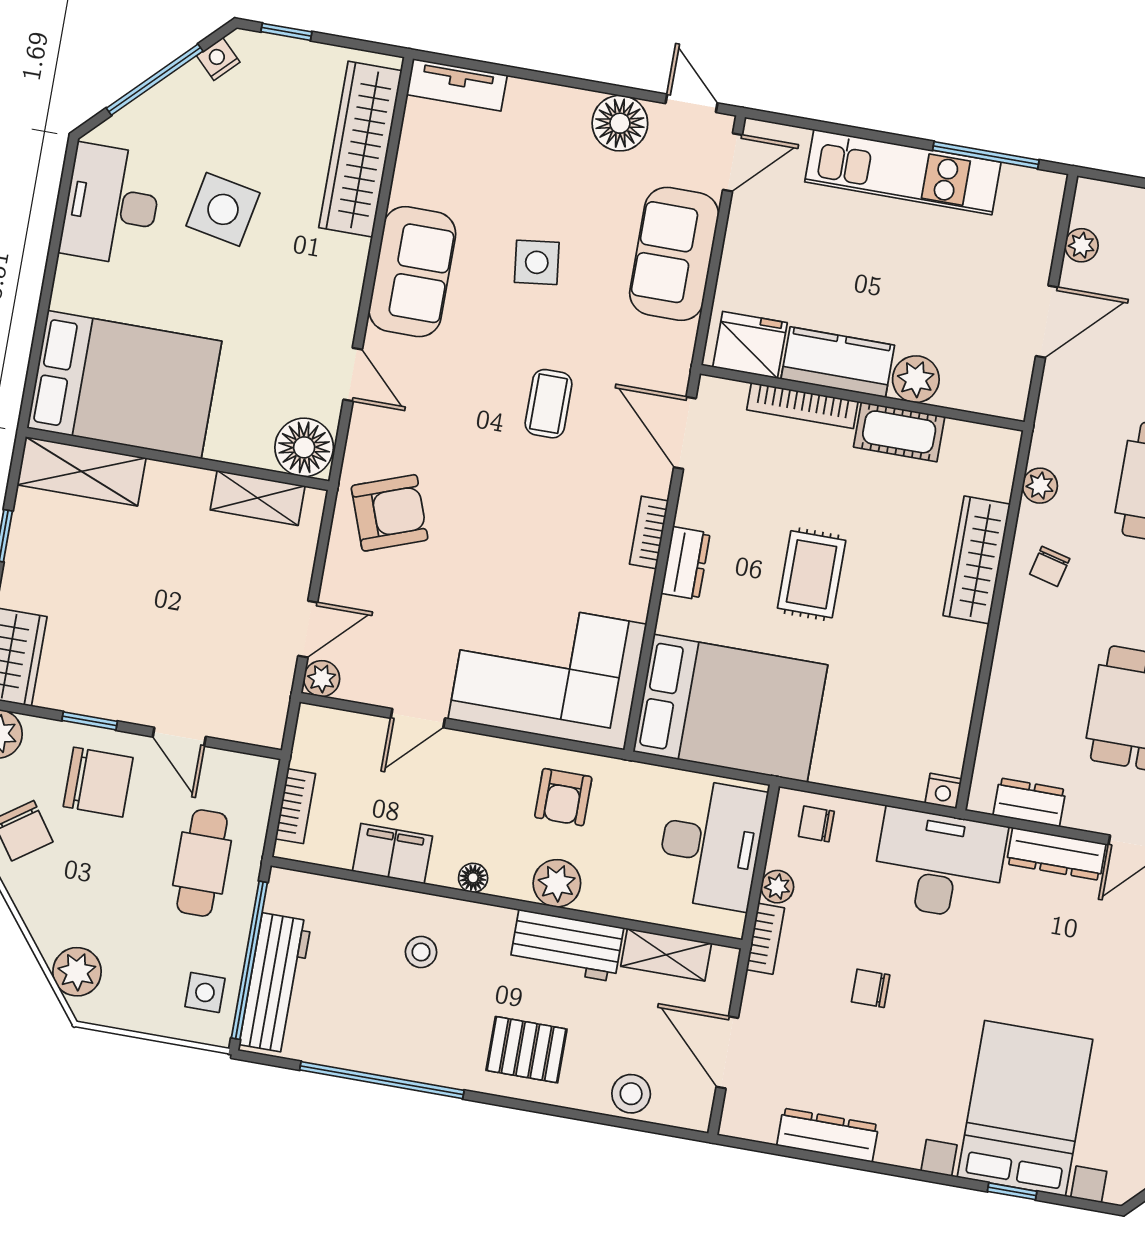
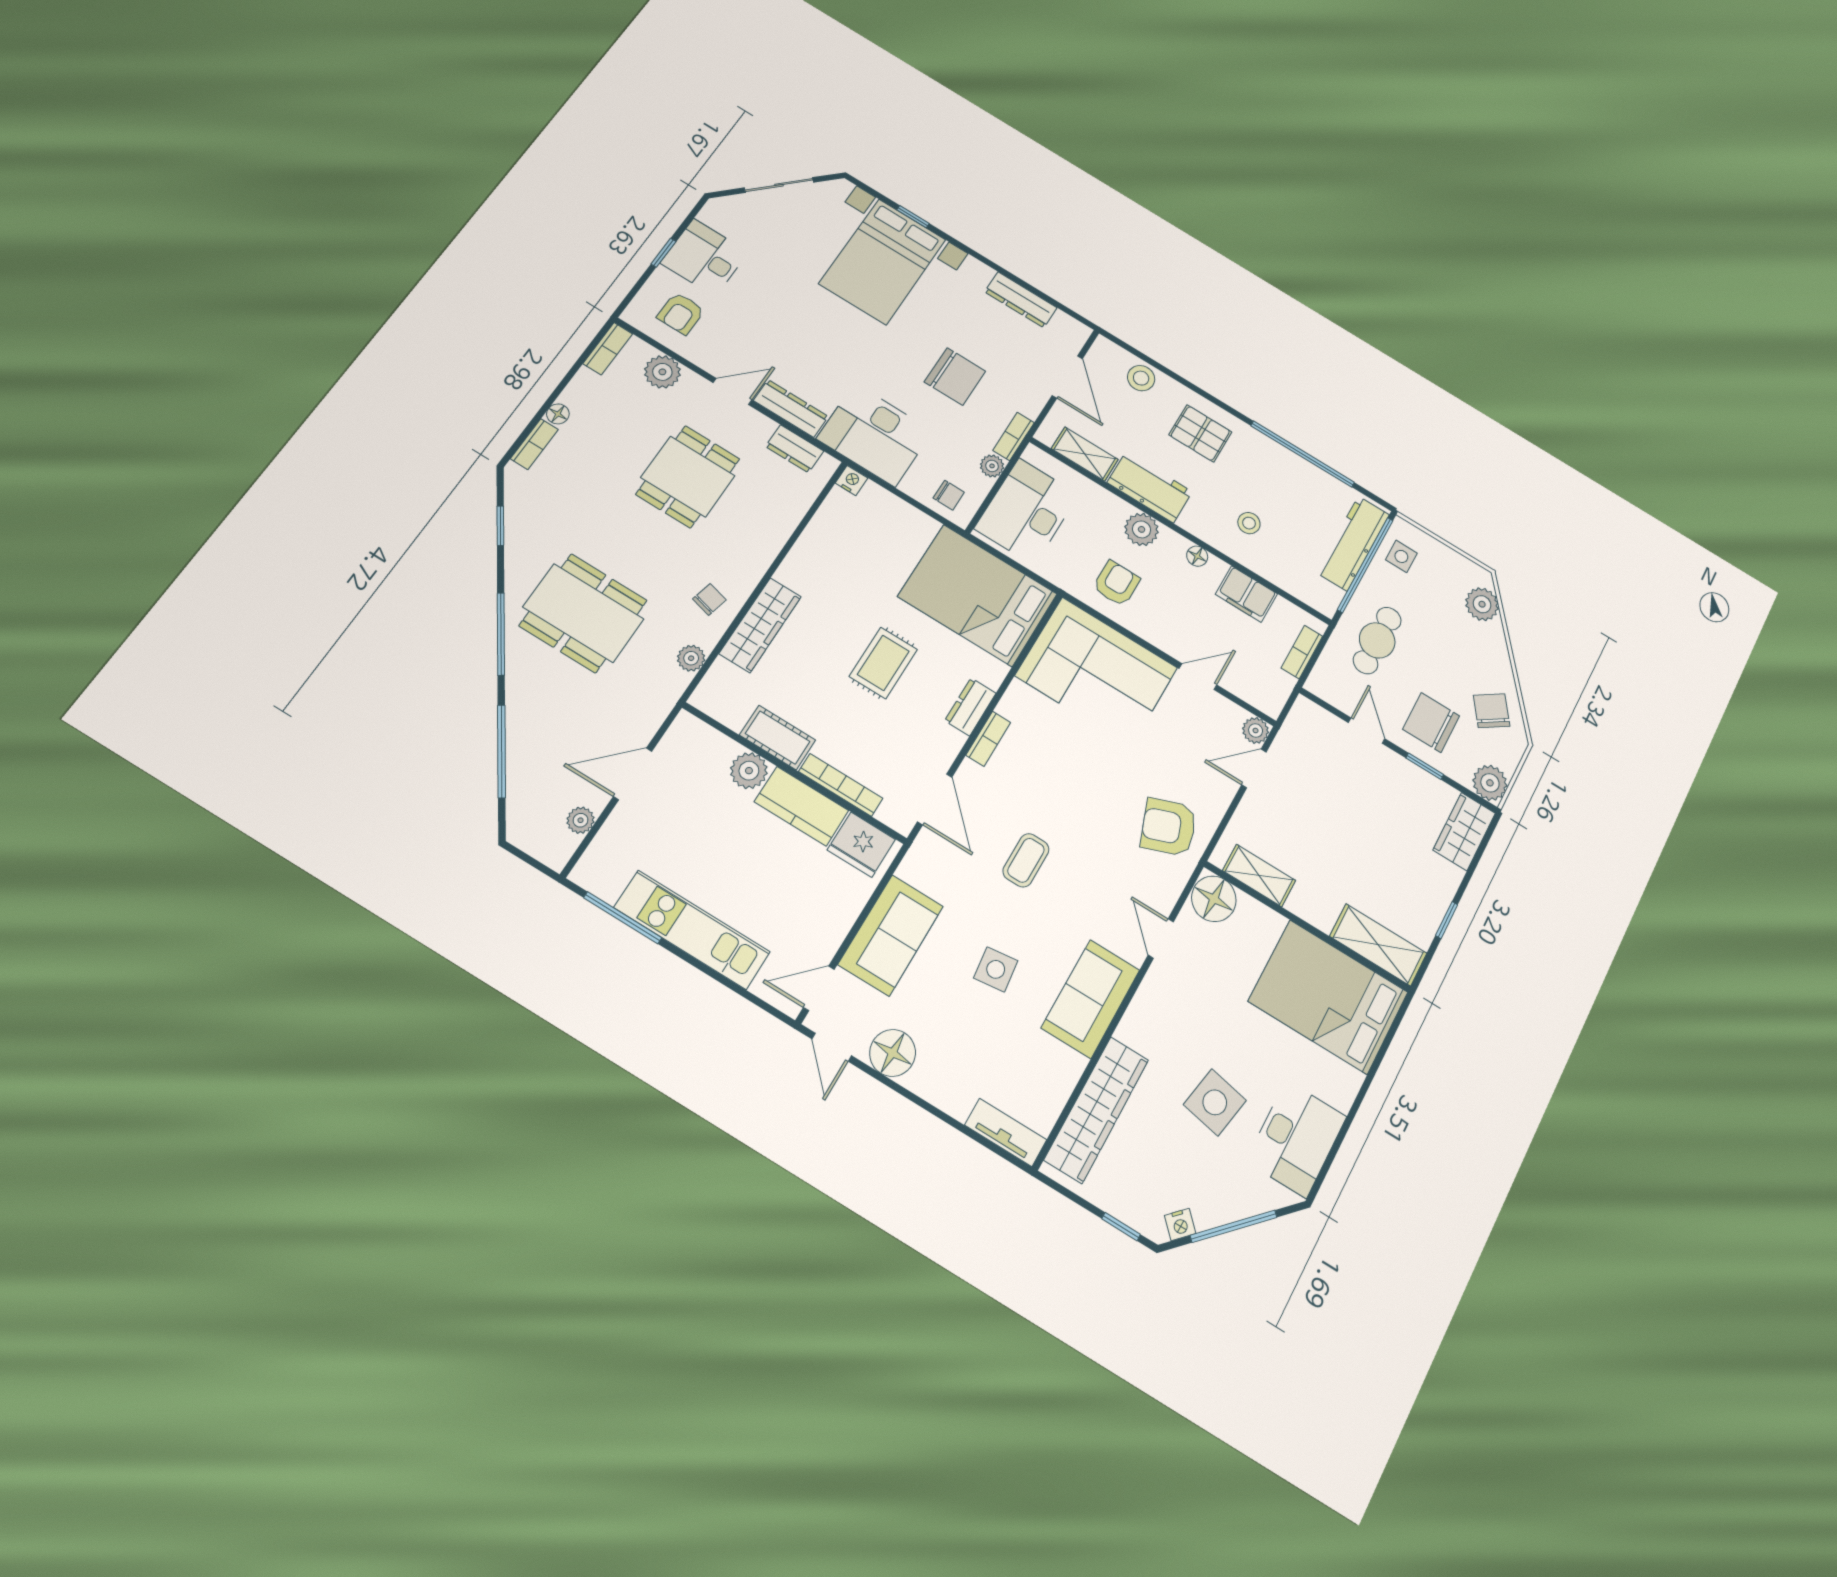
chair: (871, 988) -> (955, 377), width x1.87, depth x1.87

